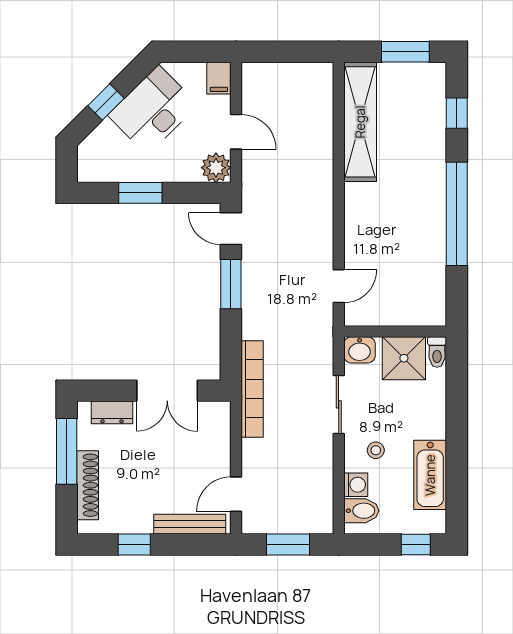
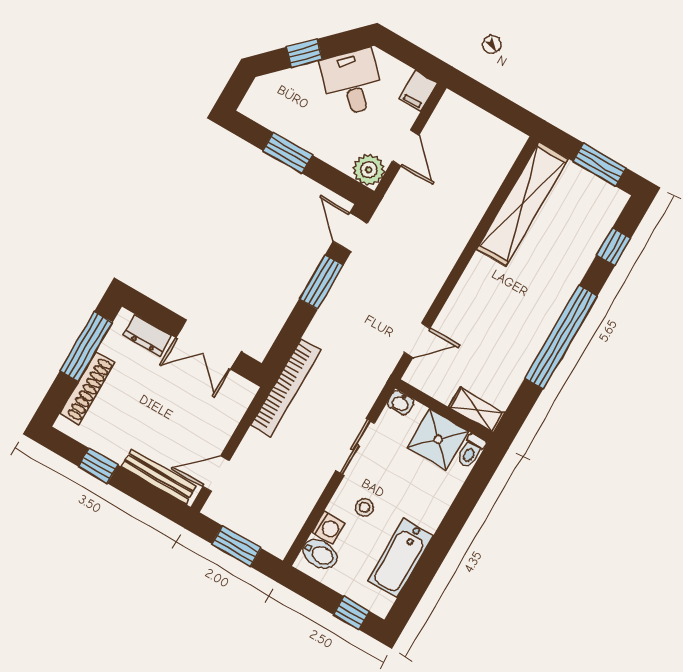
desk: (153, 110) -> (352, 82), width x0.73
shelving: (422, 315) -> (477, 410), added
washbasin: (360, 350) -> (401, 403), width x0.72, depth x0.69

